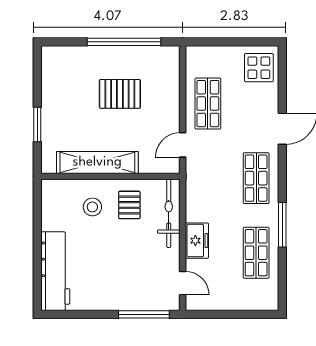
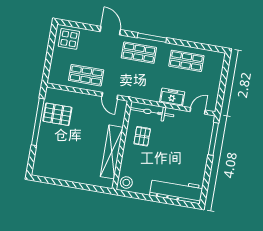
pallet: (120, 94) -> (57, 114), moved, turned 90
window: (37, 124) -> (81, 186), removed
pallet: (129, 205) -> (142, 136), turned 90
stool: (92, 207) -> (126, 183), moved
window: (282, 225) -> (152, 38), moved

